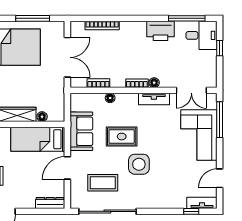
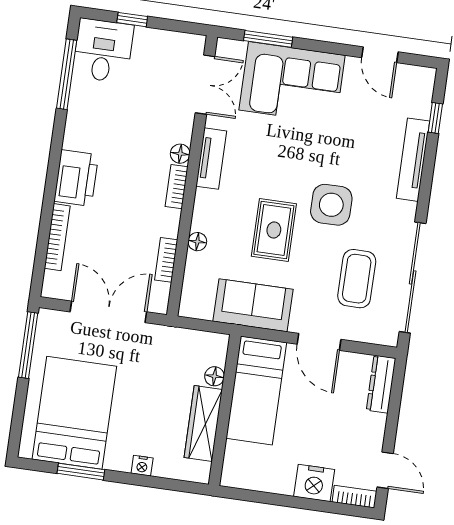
window: (33, 18) -> (28, 345), moved
printer: (160, 31) -> (76, 178), moved
window: (220, 120) -> (268, 39), width x0.69
tv unit: (202, 203) -> (413, 160), moved, width x1.41

